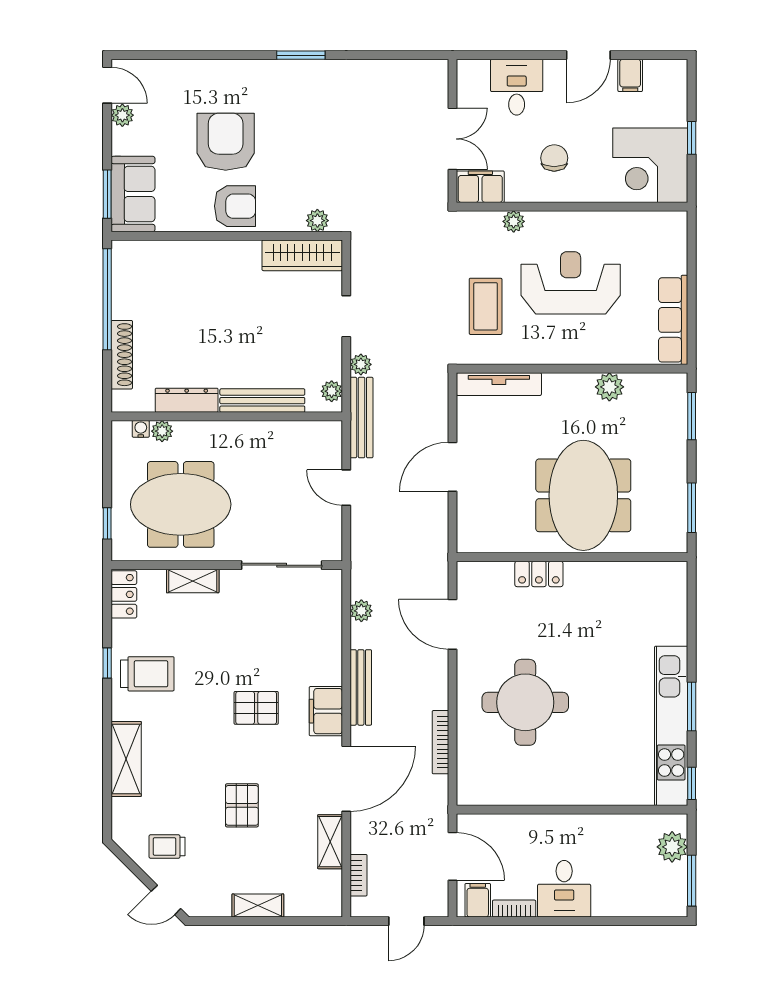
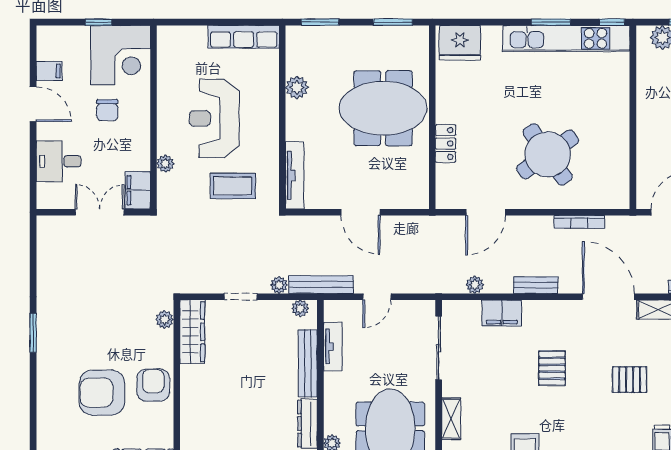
chair: (554, 158) -> (107, 110), moved, turned -90
tv unit: (284, 432) -> (333, 346), added
fridge: (666, 592) -> (460, 43), added
bench: (361, 687) -> (536, 285), width x0.73
round table: (525, 702) -> (548, 154), turned -35
filing cabinet: (326, 711) -> (502, 313), moved

